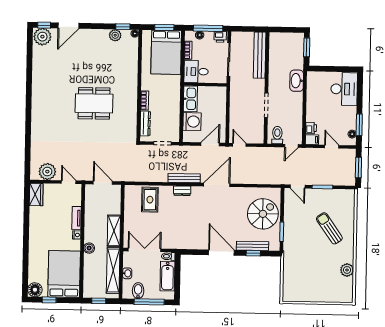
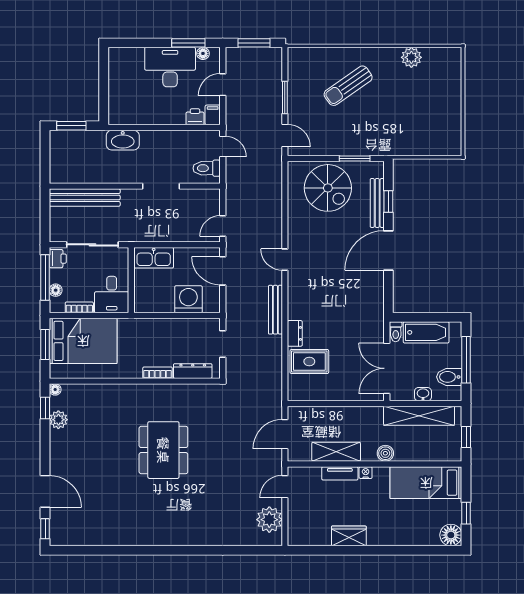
plant: (42, 37) -> (63, 531), removed
desk: (344, 89) -> (170, 67), moved
kitchen sink: (190, 99) -> (154, 258), moved, turned 180
door: (217, 185) -> (285, 260), width x0.53
door: (298, 186) -> (285, 136), hinge flipped
dresser: (182, 191) -> (295, 333), moved
wardrobe: (36, 194) -> (349, 536), moved
spiral stairs: (263, 214) -> (328, 188), turned 180
shelving: (114, 231) -> (336, 452), moved
bed: (64, 274) -> (426, 483), width x0.67

